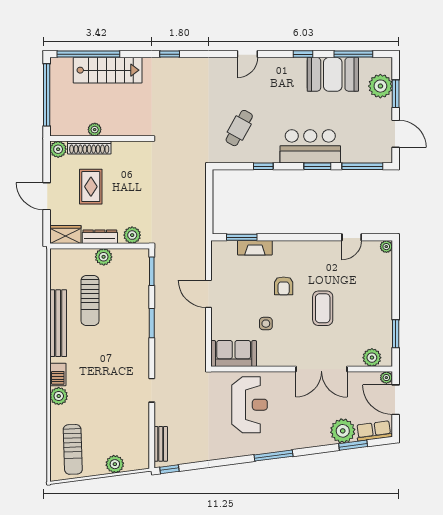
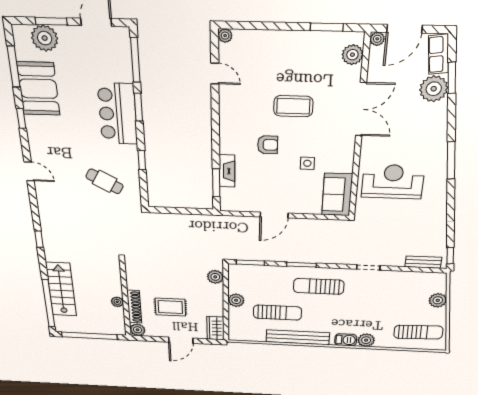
dresser: (100, 237) -> (217, 302), removed
sun lounger: (126, 342) -> (319, 286), added

